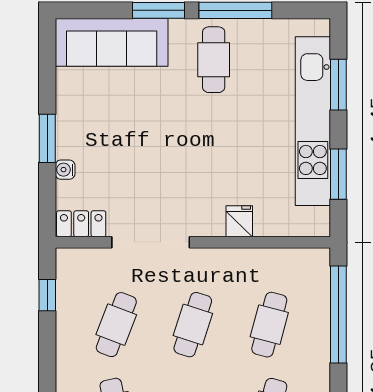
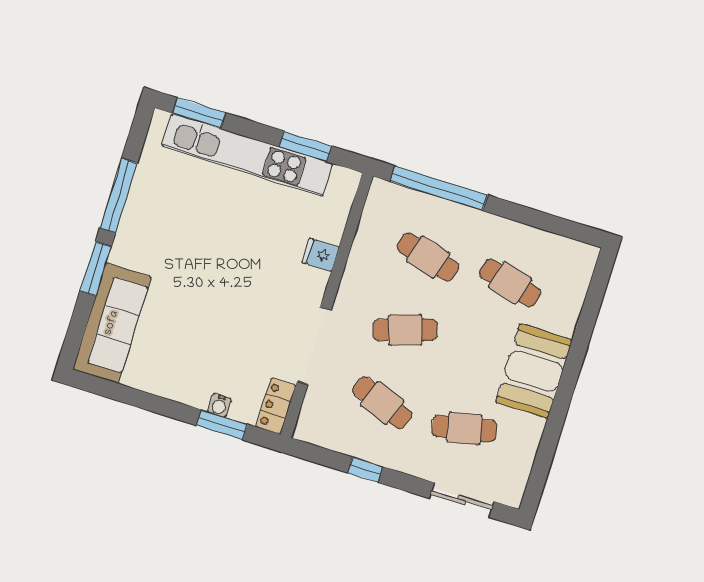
cafe table: (214, 60) -> (159, 231), removed
window: (338, 85) -> (199, 113), moved
window: (47, 138) -> (222, 425), moved
window: (47, 295) -> (365, 470), moved
cafe table: (193, 325) -> (405, 330), turned -36

